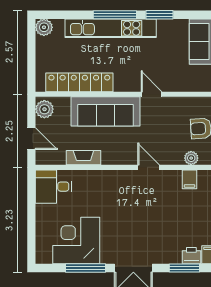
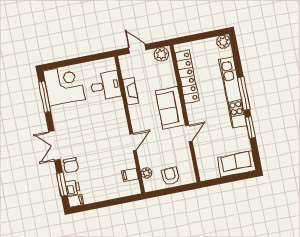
sofa: (106, 111) -> (170, 108), width x0.73
door: (31, 139) -> (137, 49), swing flipped
desk: (54, 187) -> (106, 86), moved, turned 90
corner desk: (76, 241) -> (64, 85), moved
chair: (163, 252) -> (71, 165), added
window: (85, 268) -> (45, 97), moved

